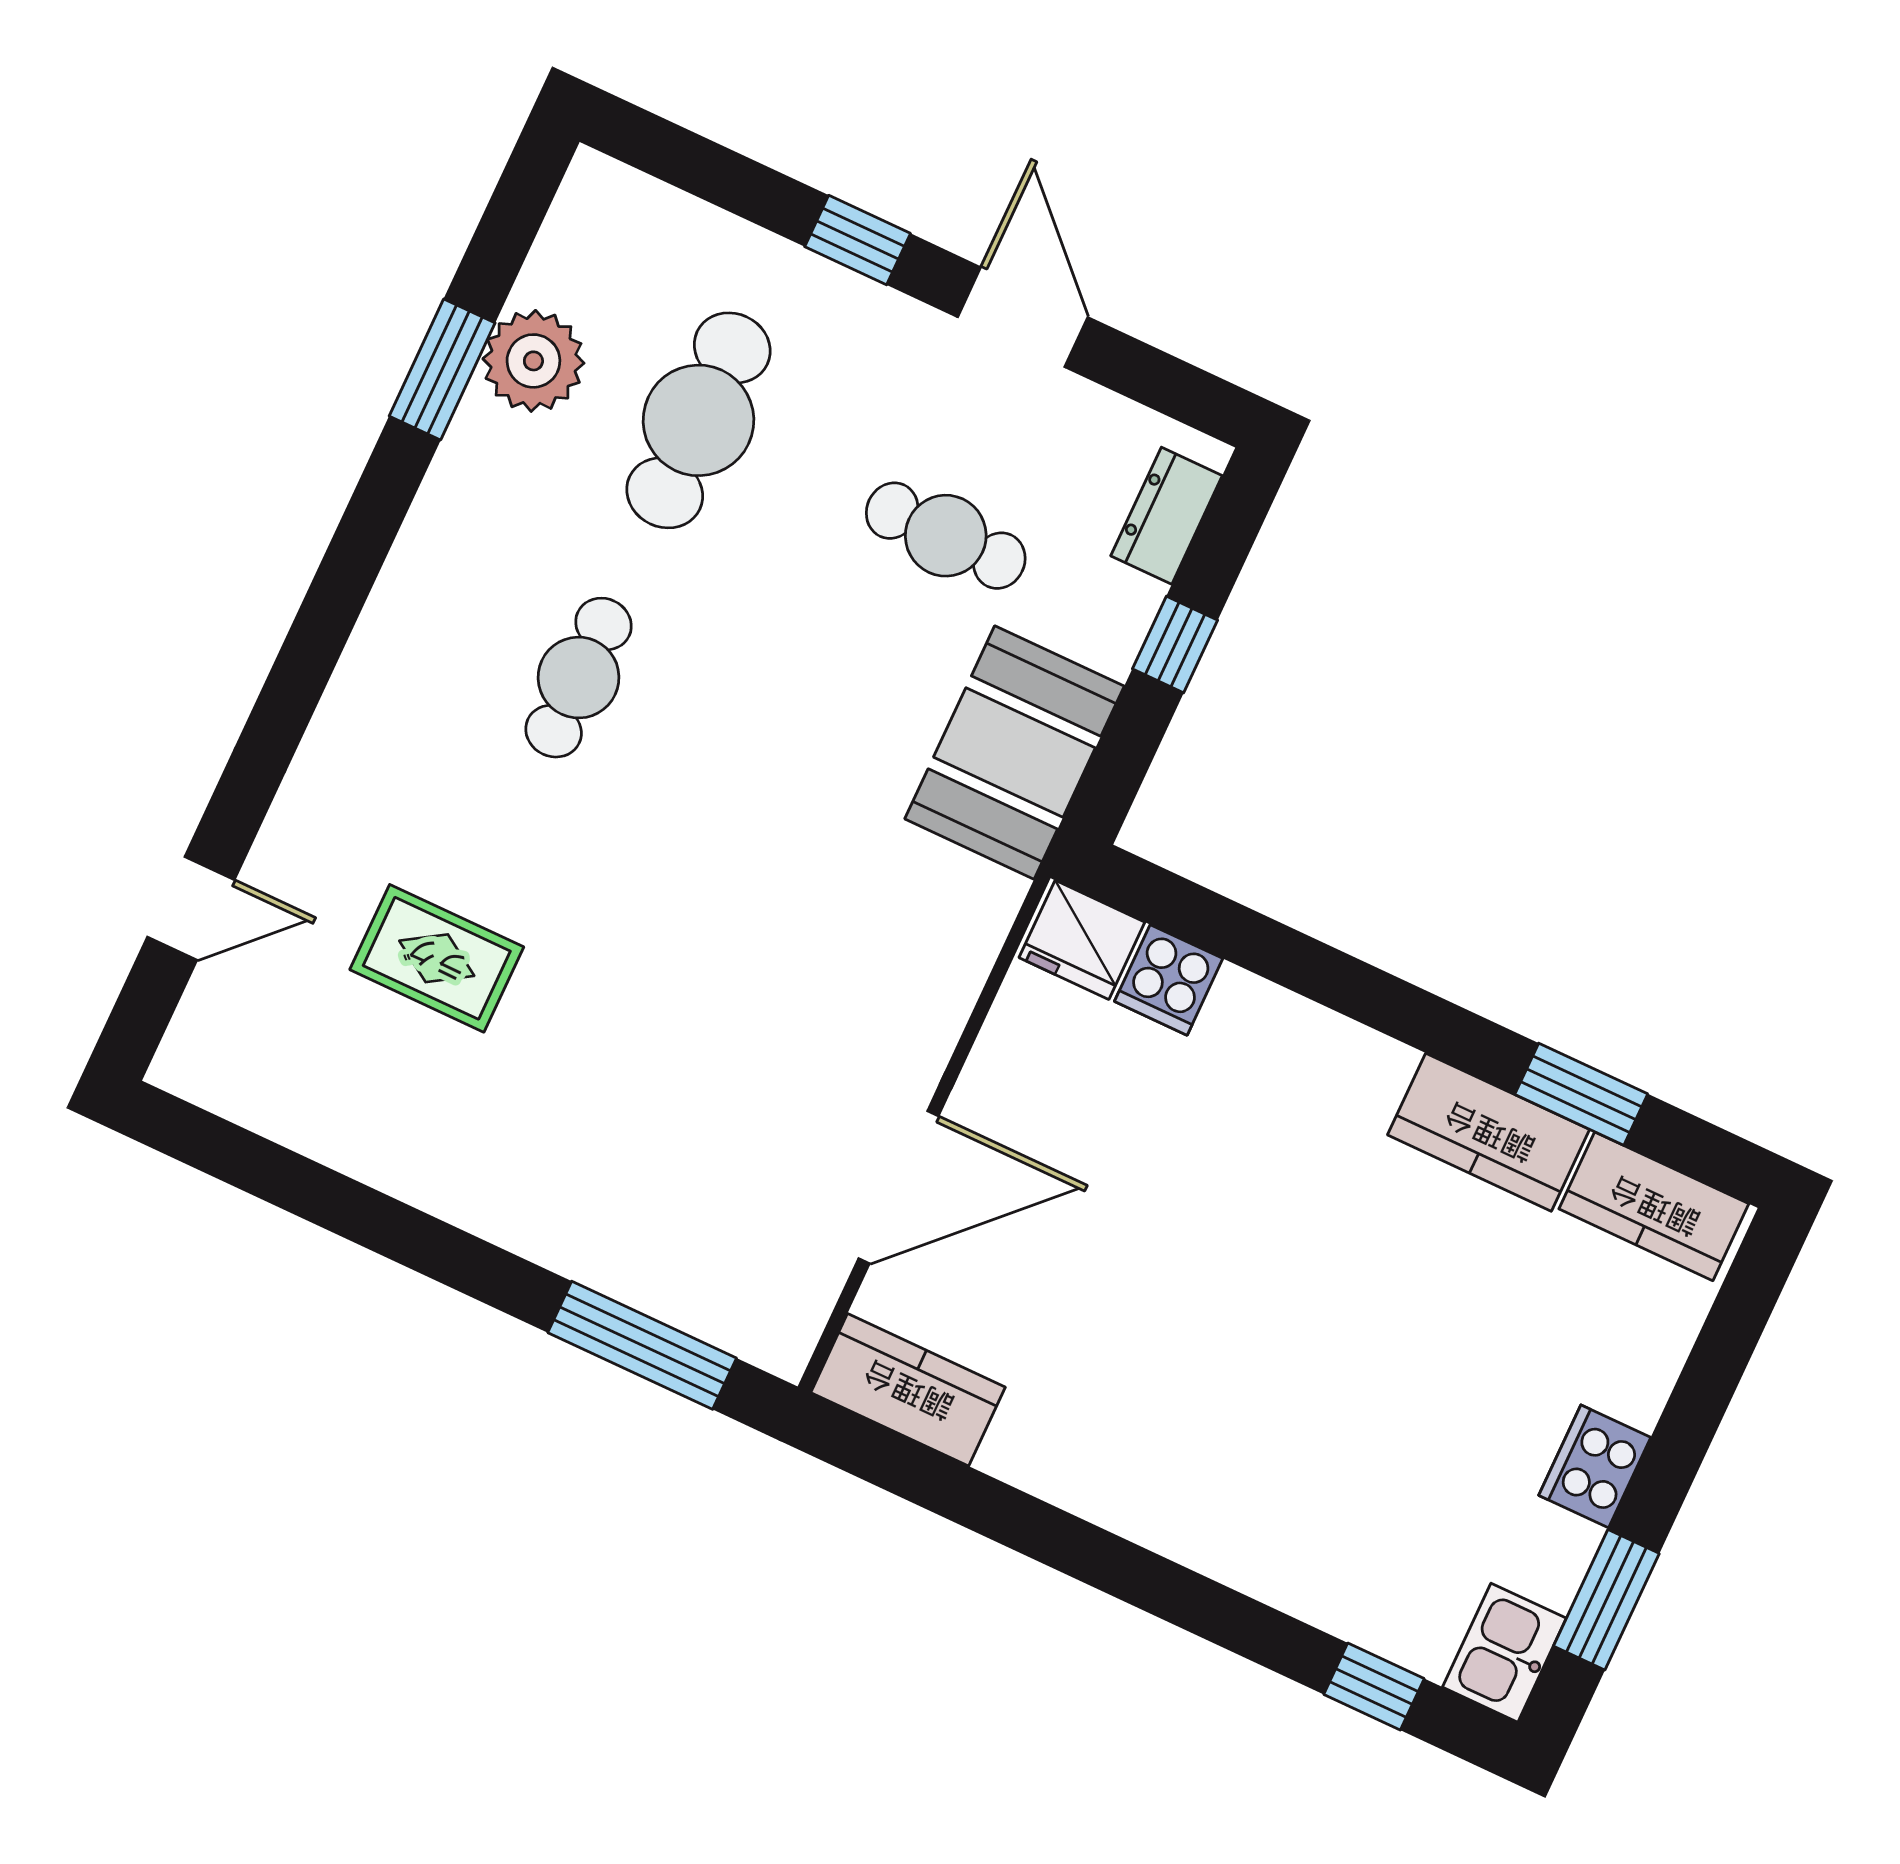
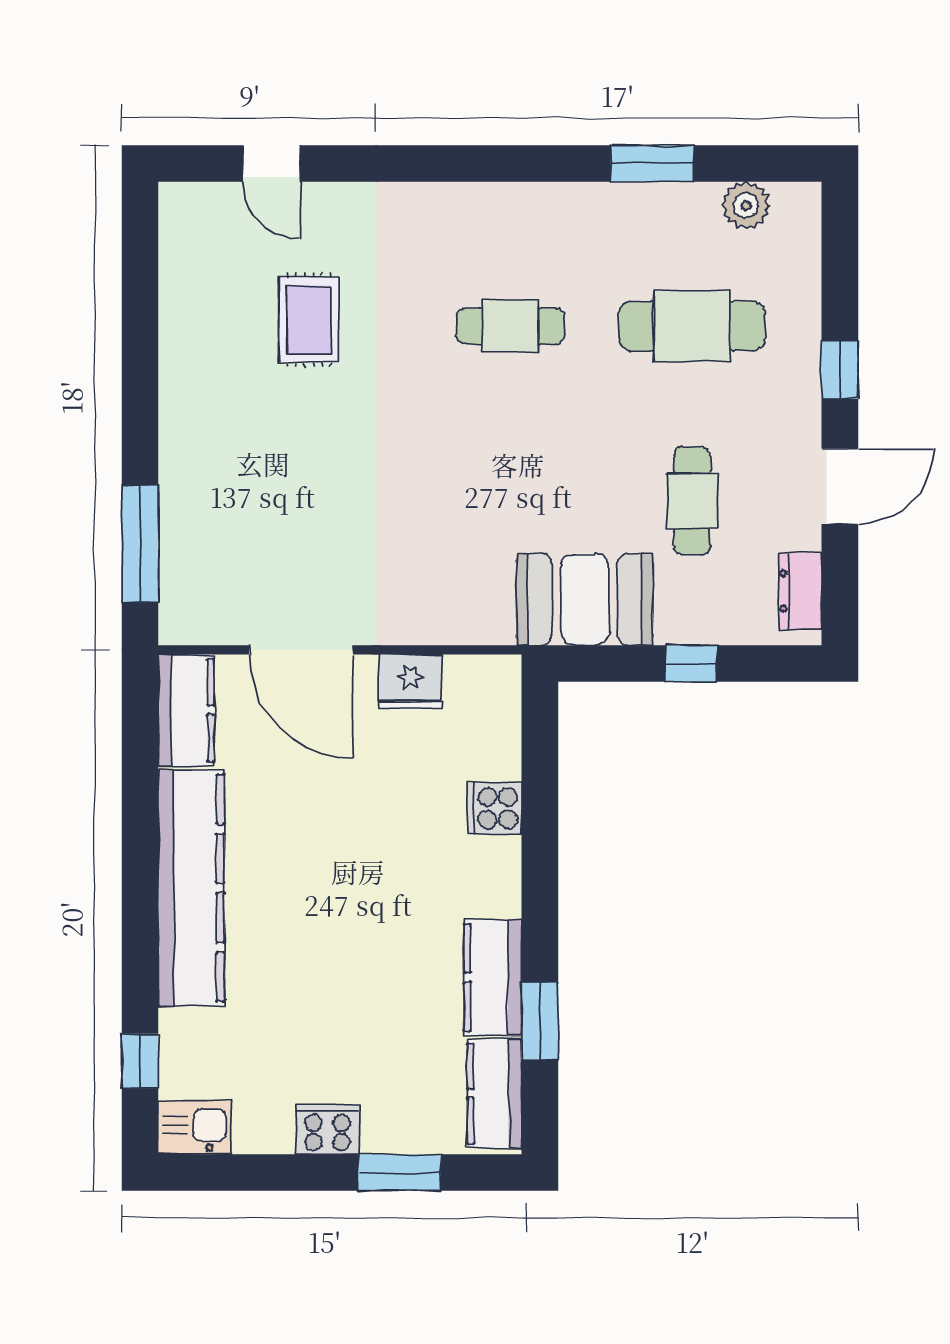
plant: (533, 361) -> (746, 206), moved, width x0.73, depth x0.73
dresser: (1167, 516) -> (800, 591), moved, turned -90
fridge: (1082, 940) -> (410, 682), moved, turned -90
cooker: (1169, 980) -> (495, 808), moved
kitchen counter: (1163, 1500) -> (191, 888), added
window: (1606, 1600) -> (399, 1172), moved

